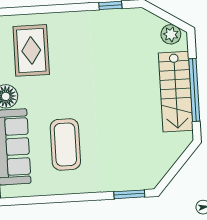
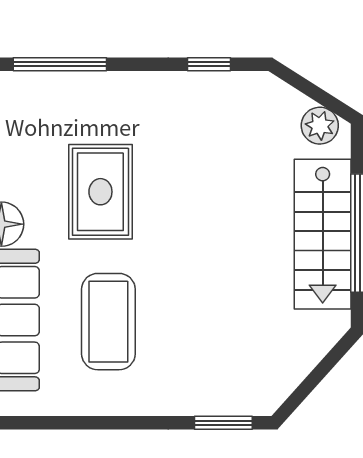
window: (32, 10) -> (60, 64), added
rug: (31, 50) -> (100, 192), moved

